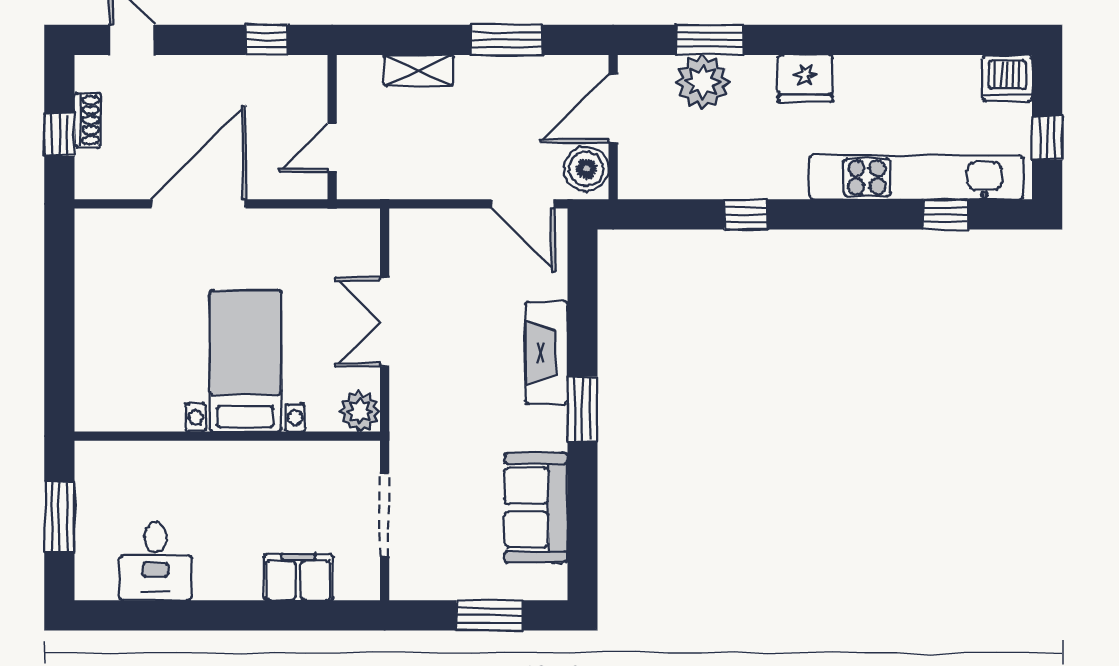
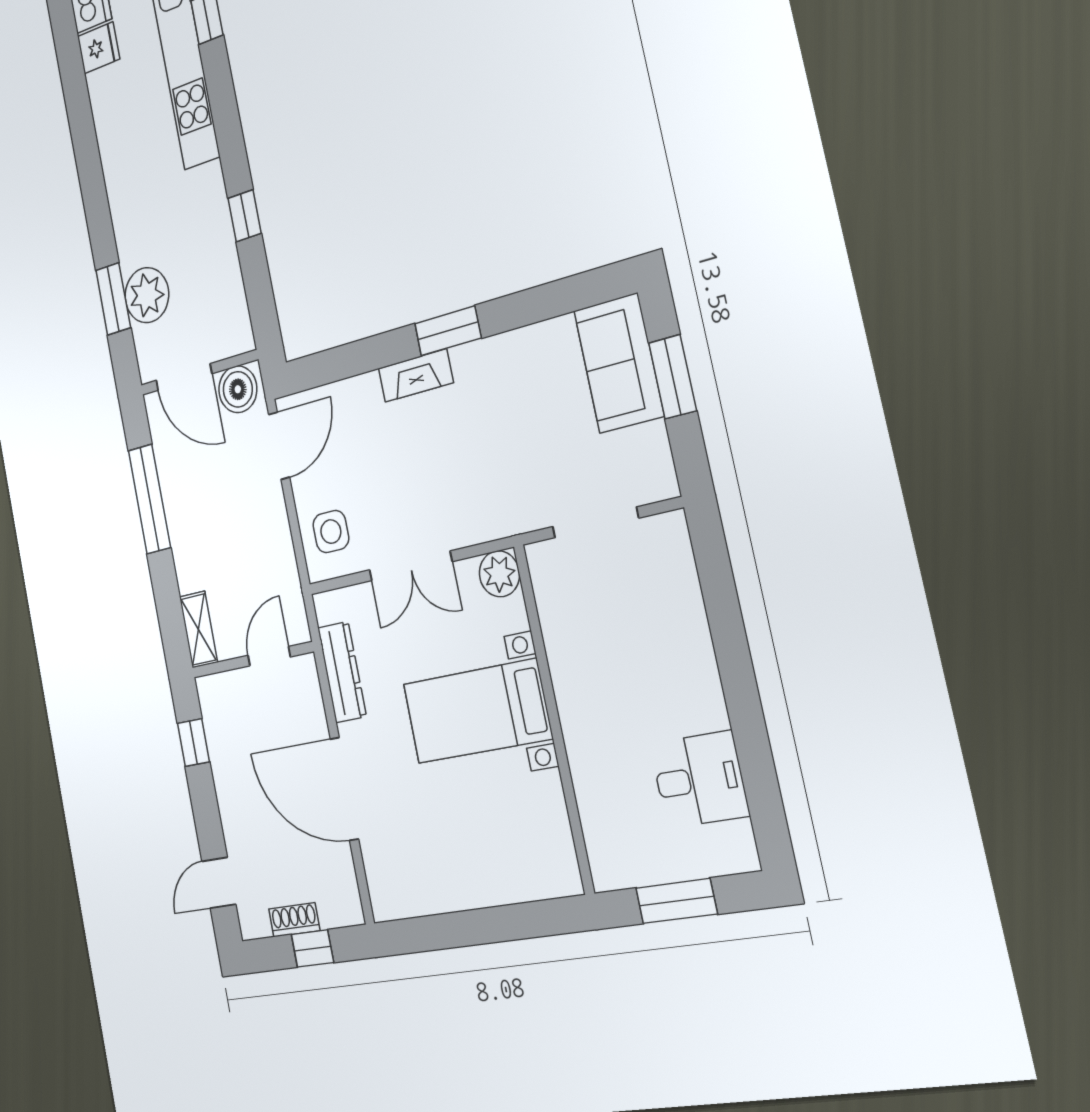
window: (507, 40) -> (149, 499), width x1.44
shelving: (419, 70) -> (199, 630), moved
fridge: (805, 78) -> (99, 48), moved, width x0.72
door: (332, 147) -> (269, 656), swing flipped
dresser: (304, 226) -> (342, 672), added
side table: (432, 243) -> (331, 532), added
fireplace: (546, 353) -> (416, 375), width x0.73, depth x0.76
sofa: (536, 508) -> (619, 363), moved, turned 90
filing cabinet: (298, 577) -> (680, 608), removed

